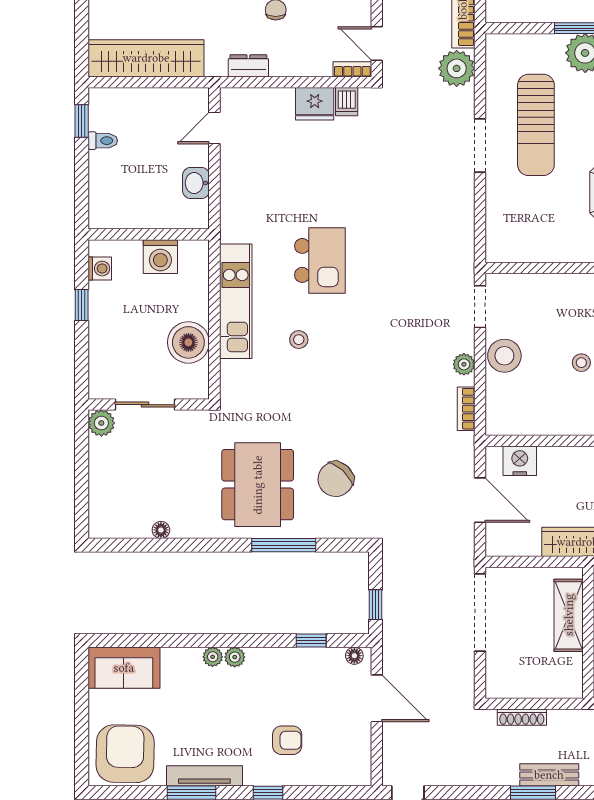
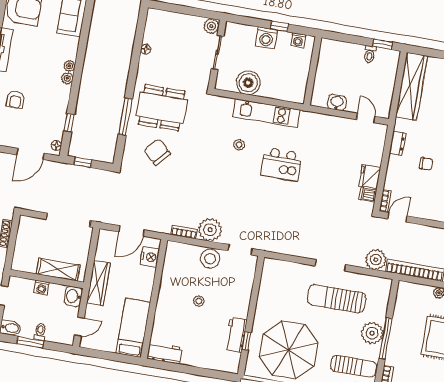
washing machine: (160, 257) -> (266, 38), moved, turned -90
plant: (464, 364) -> (210, 230), width x1.88, depth x1.88

